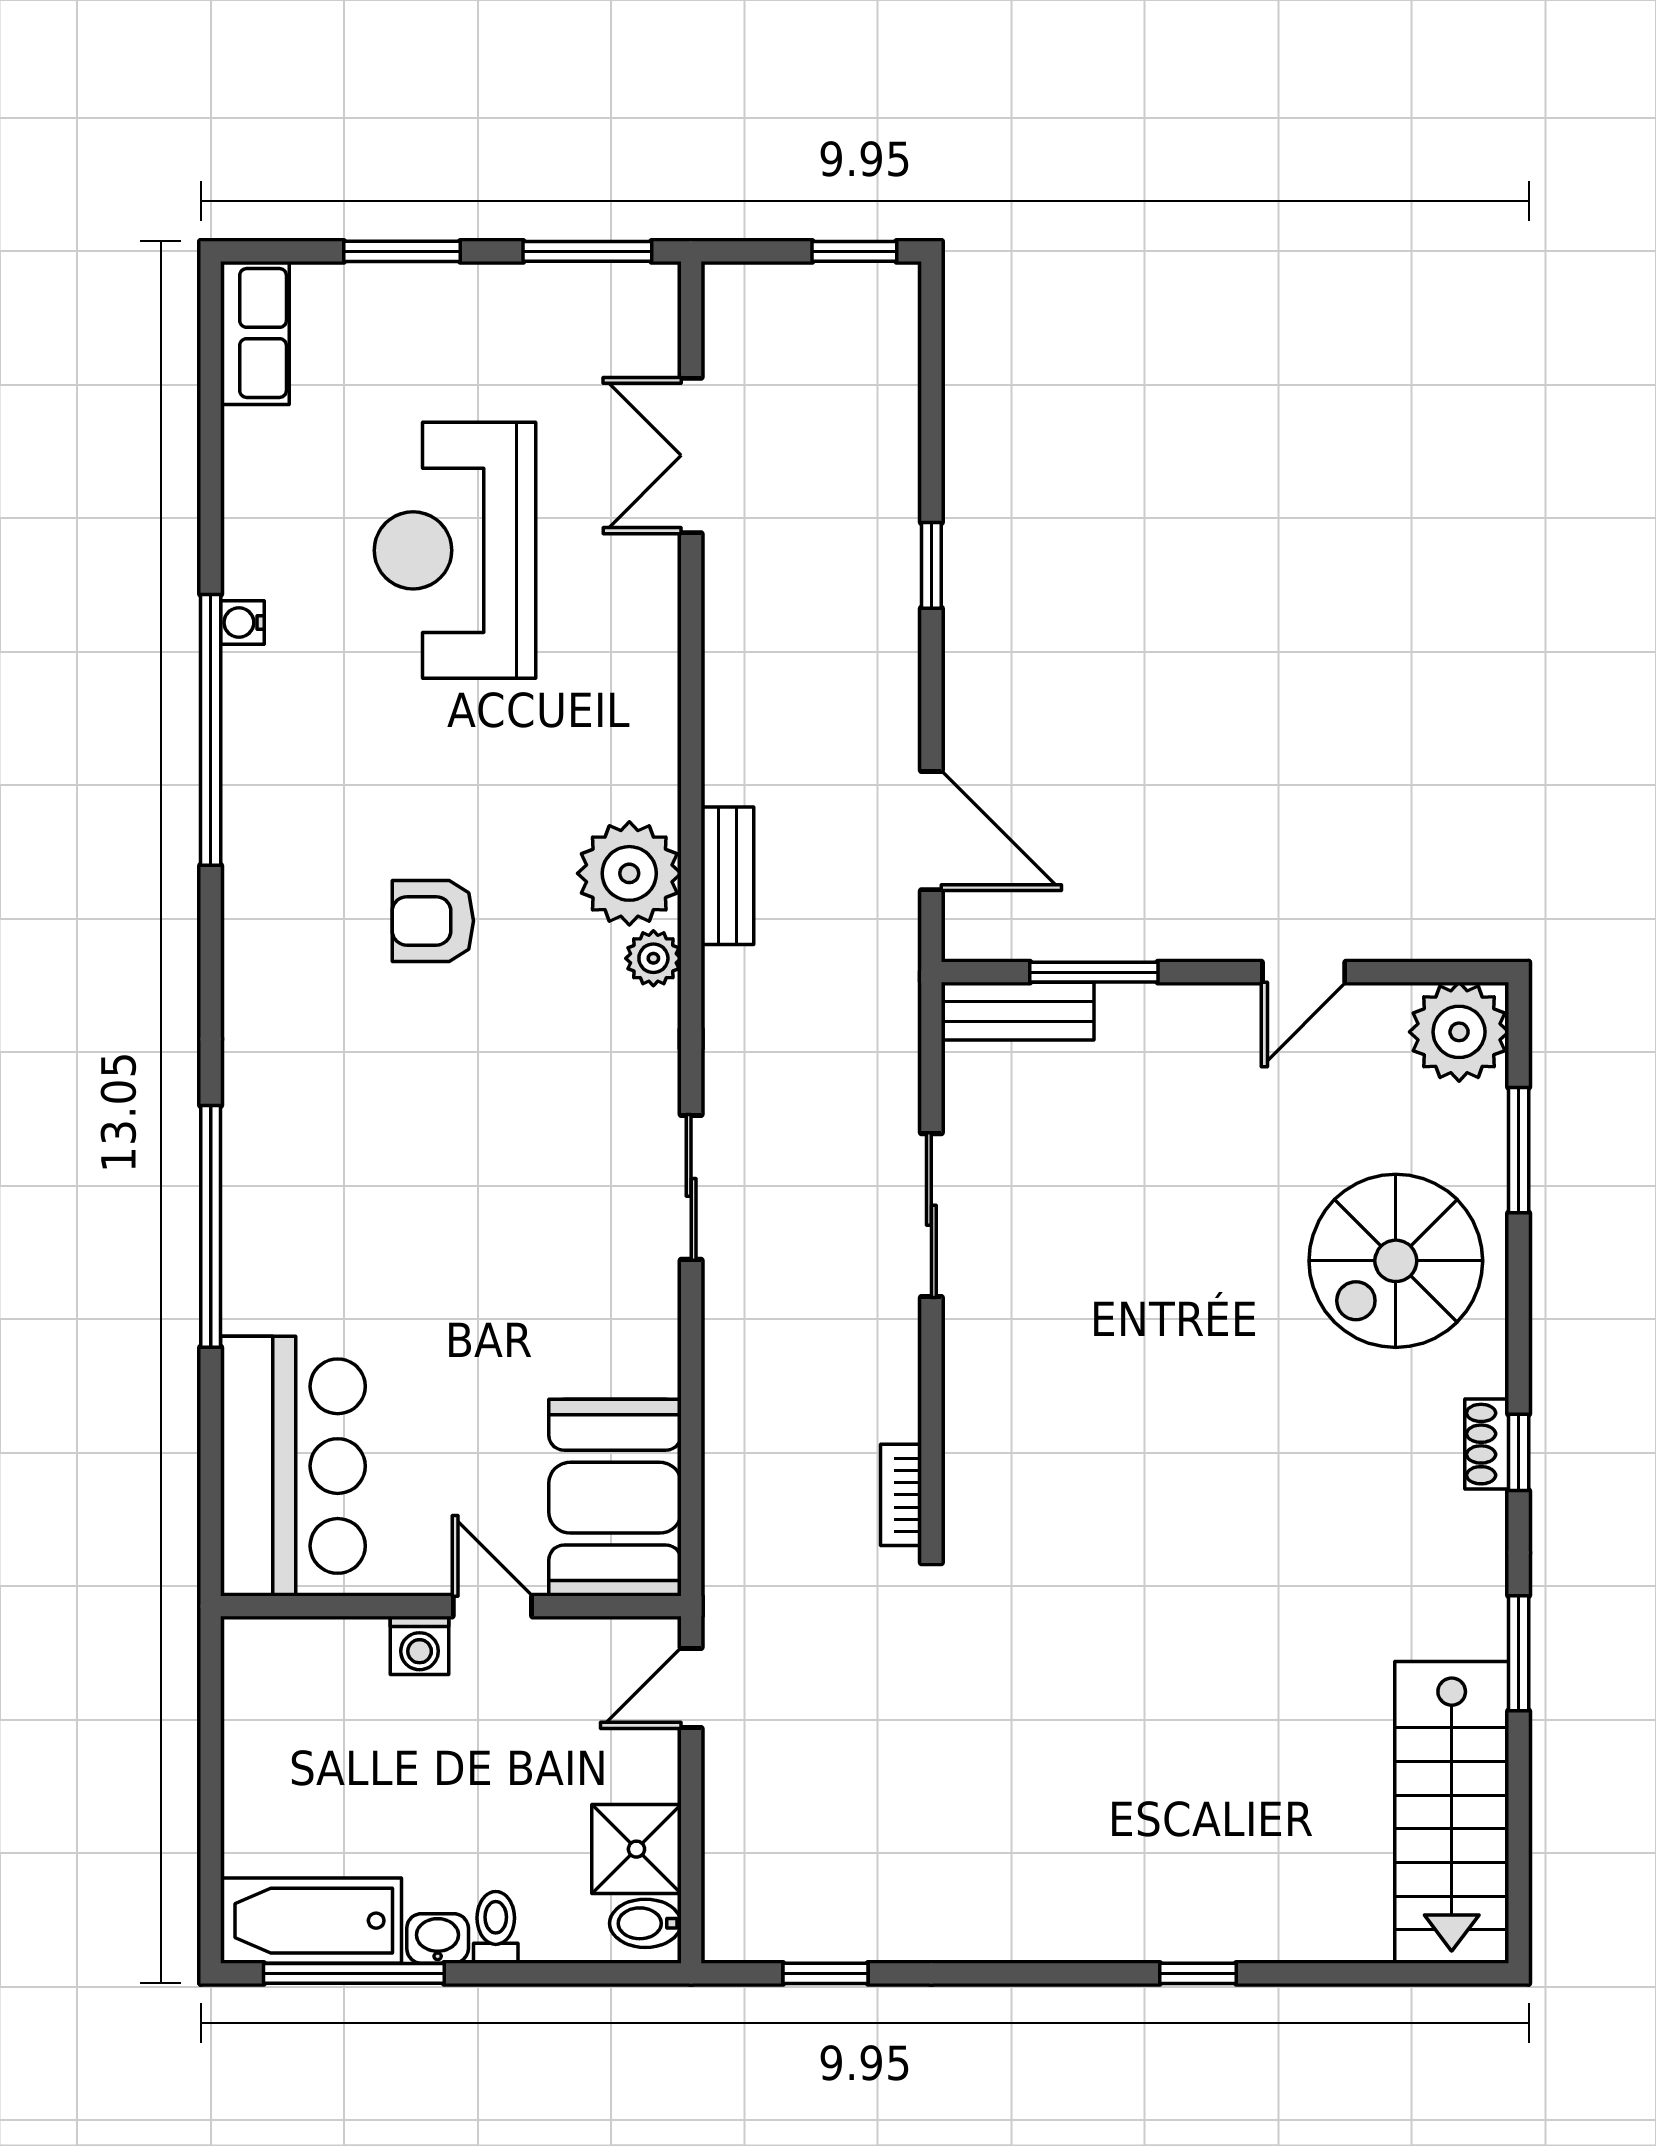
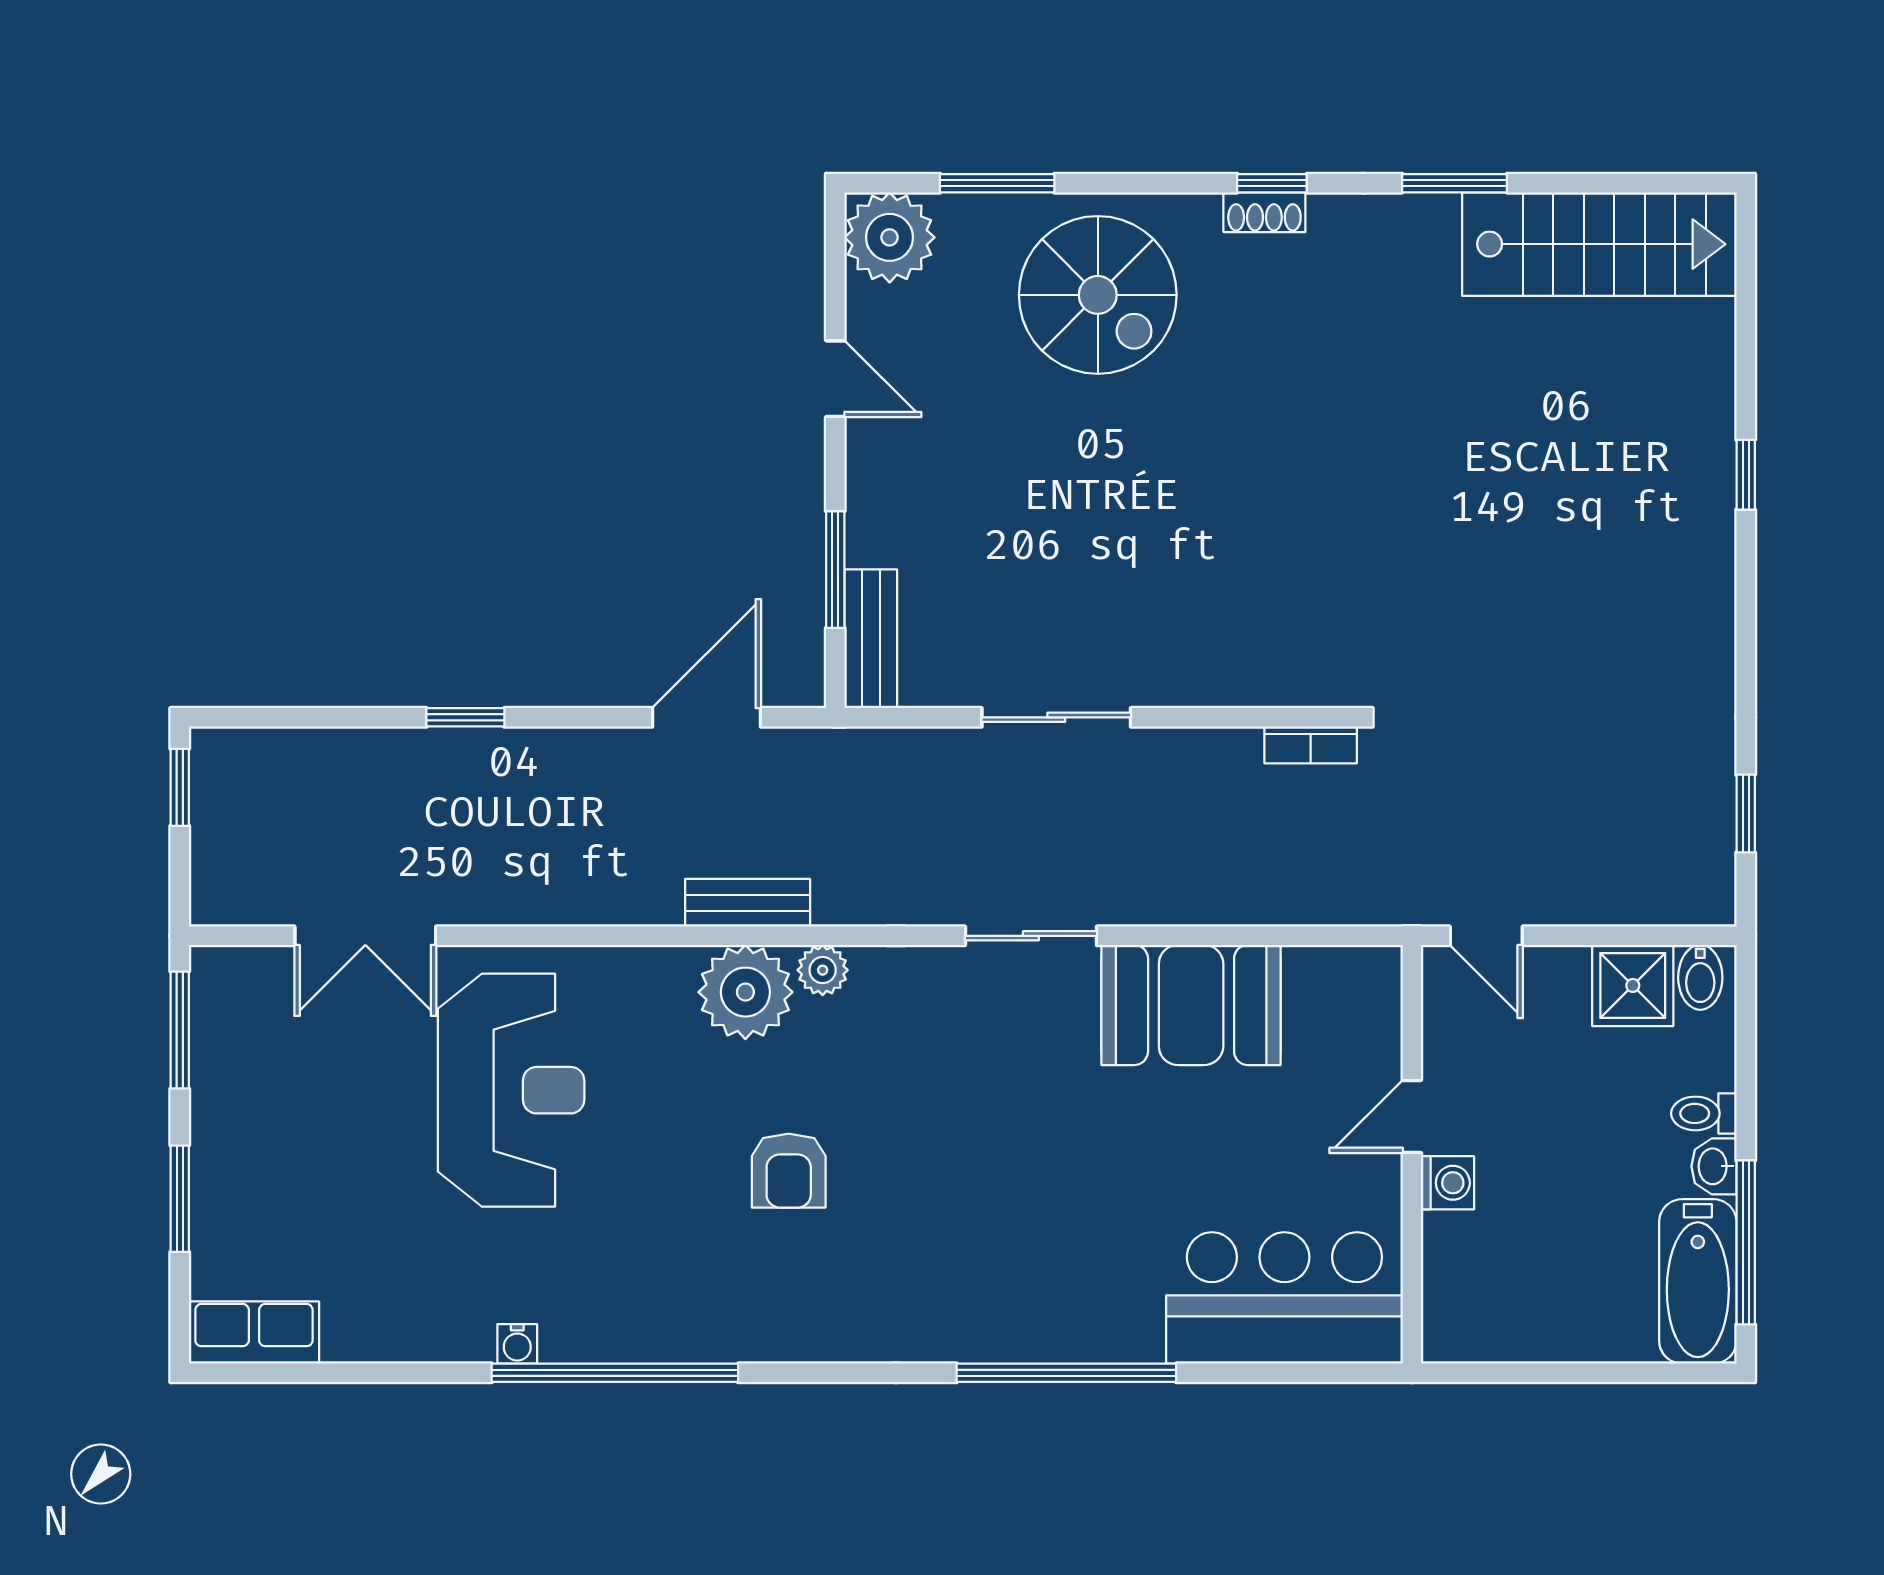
reception desk: (455, 550) -> (511, 1090), moved, turned -90
booth: (615, 1498) -> (1191, 1005), moved

